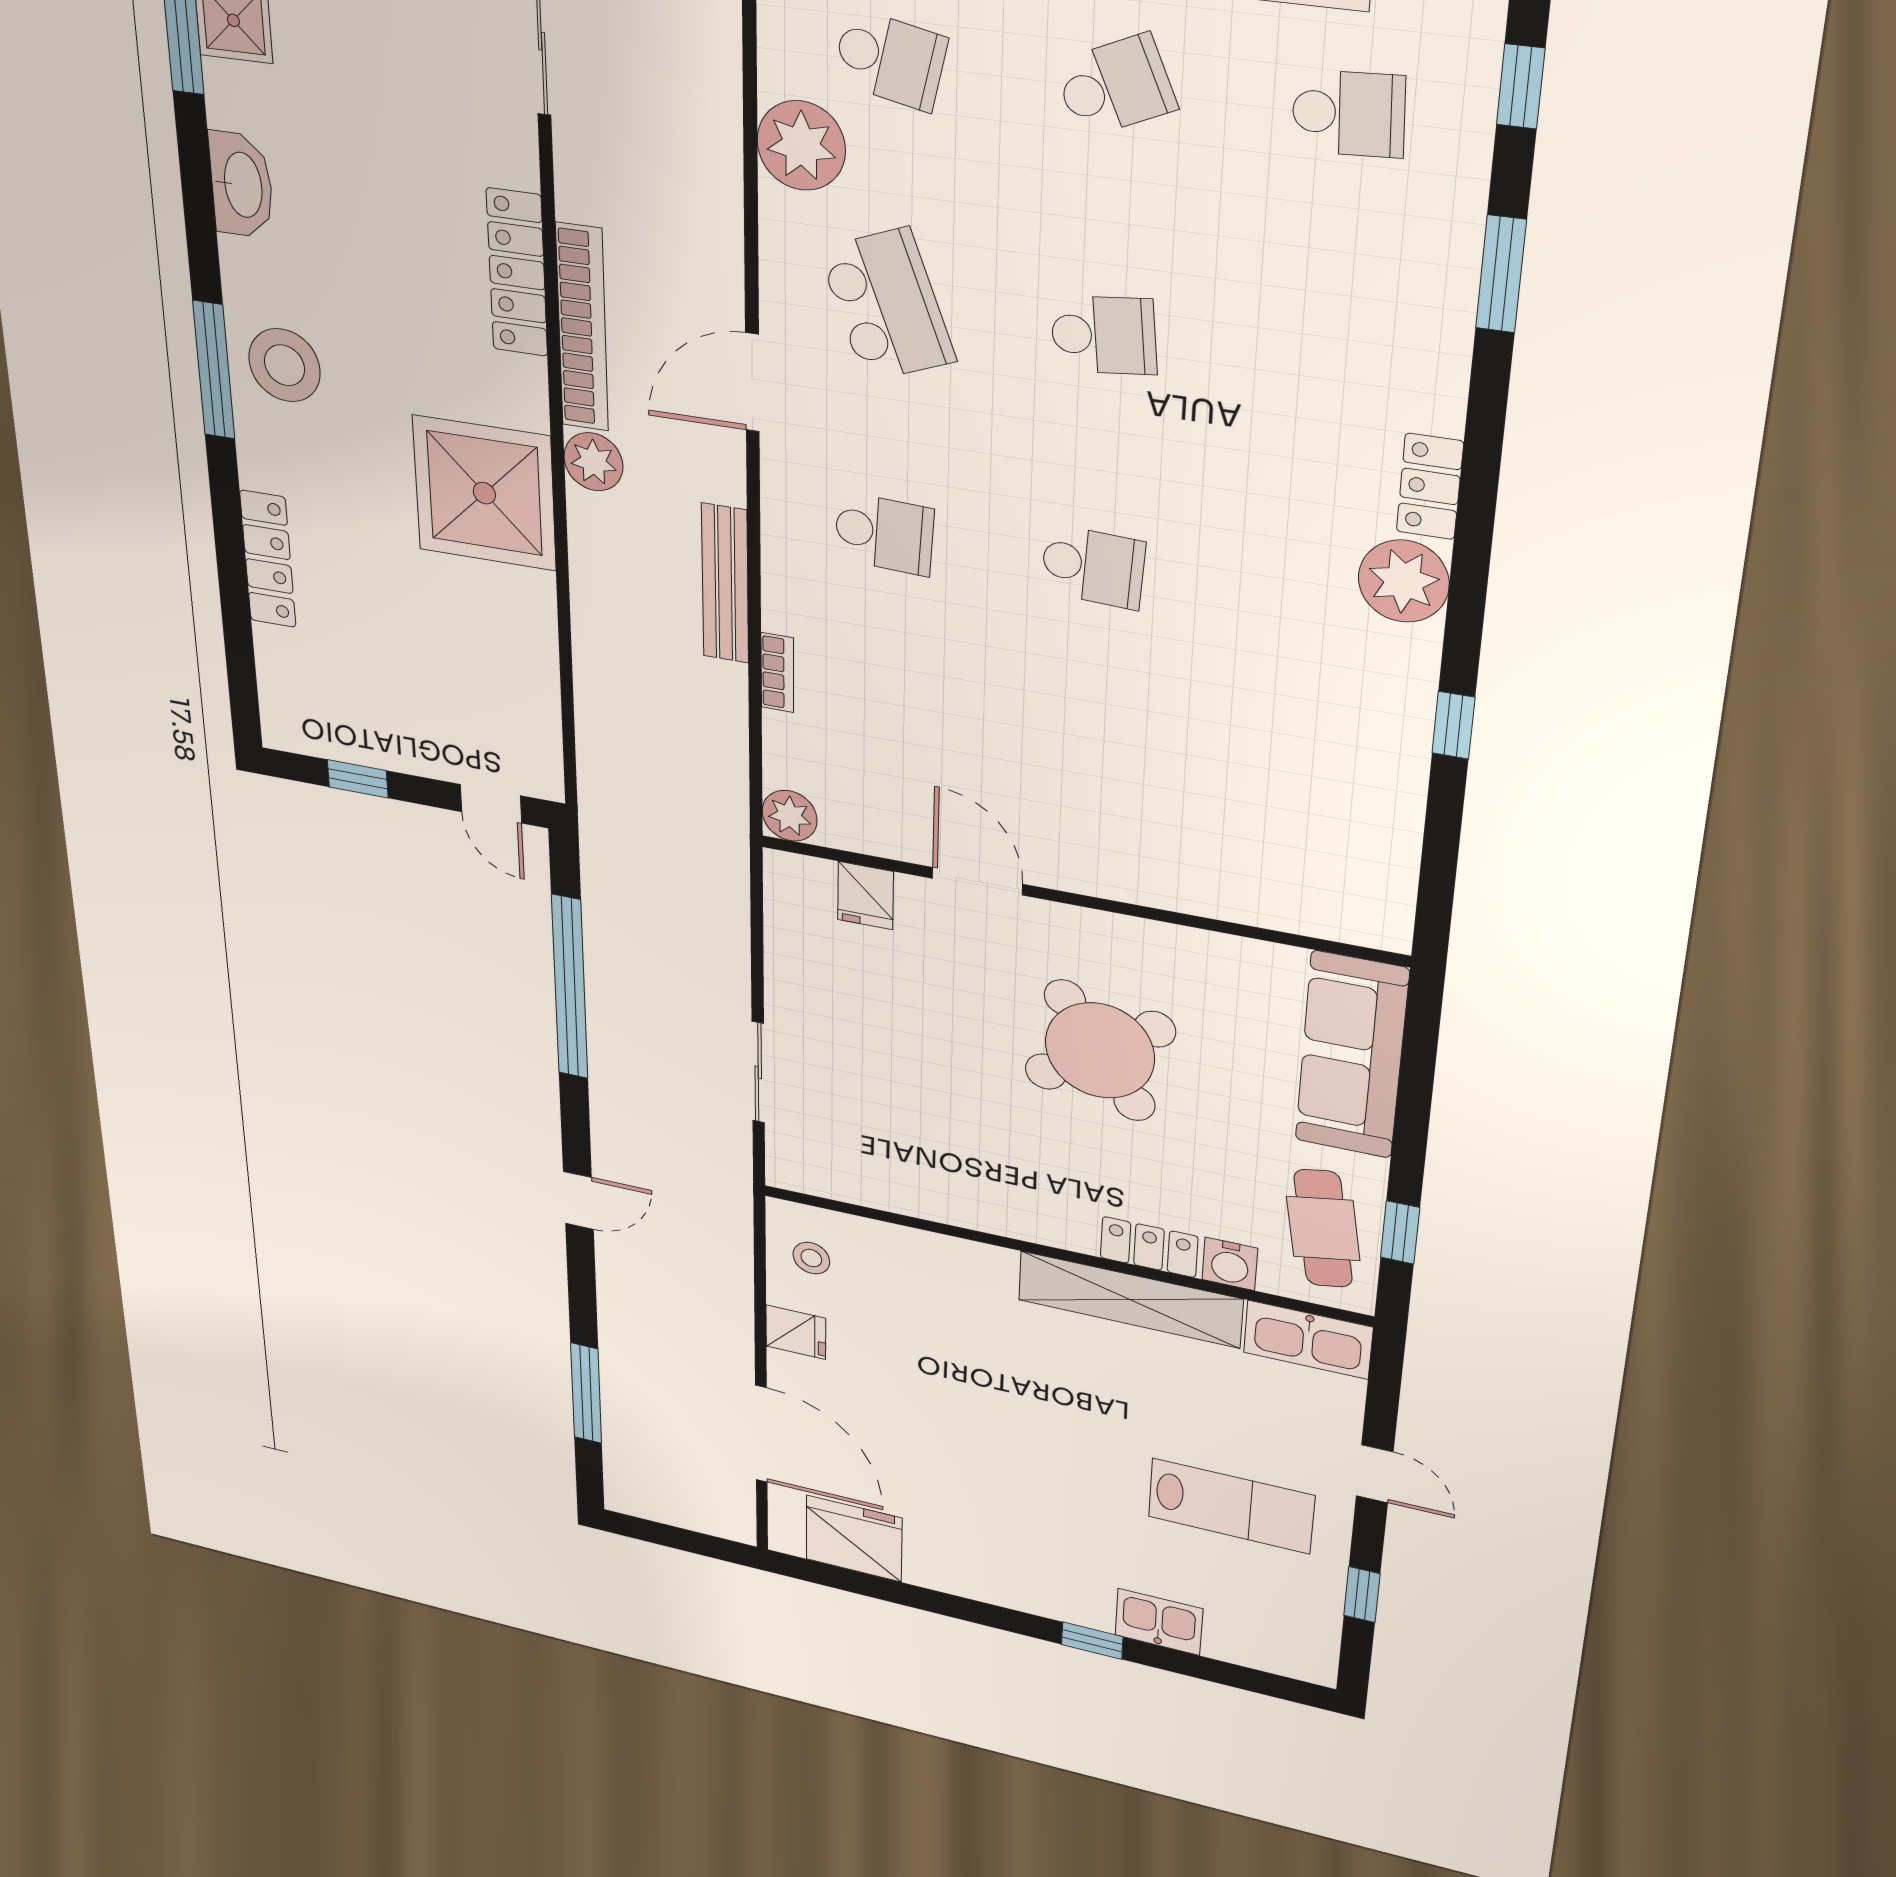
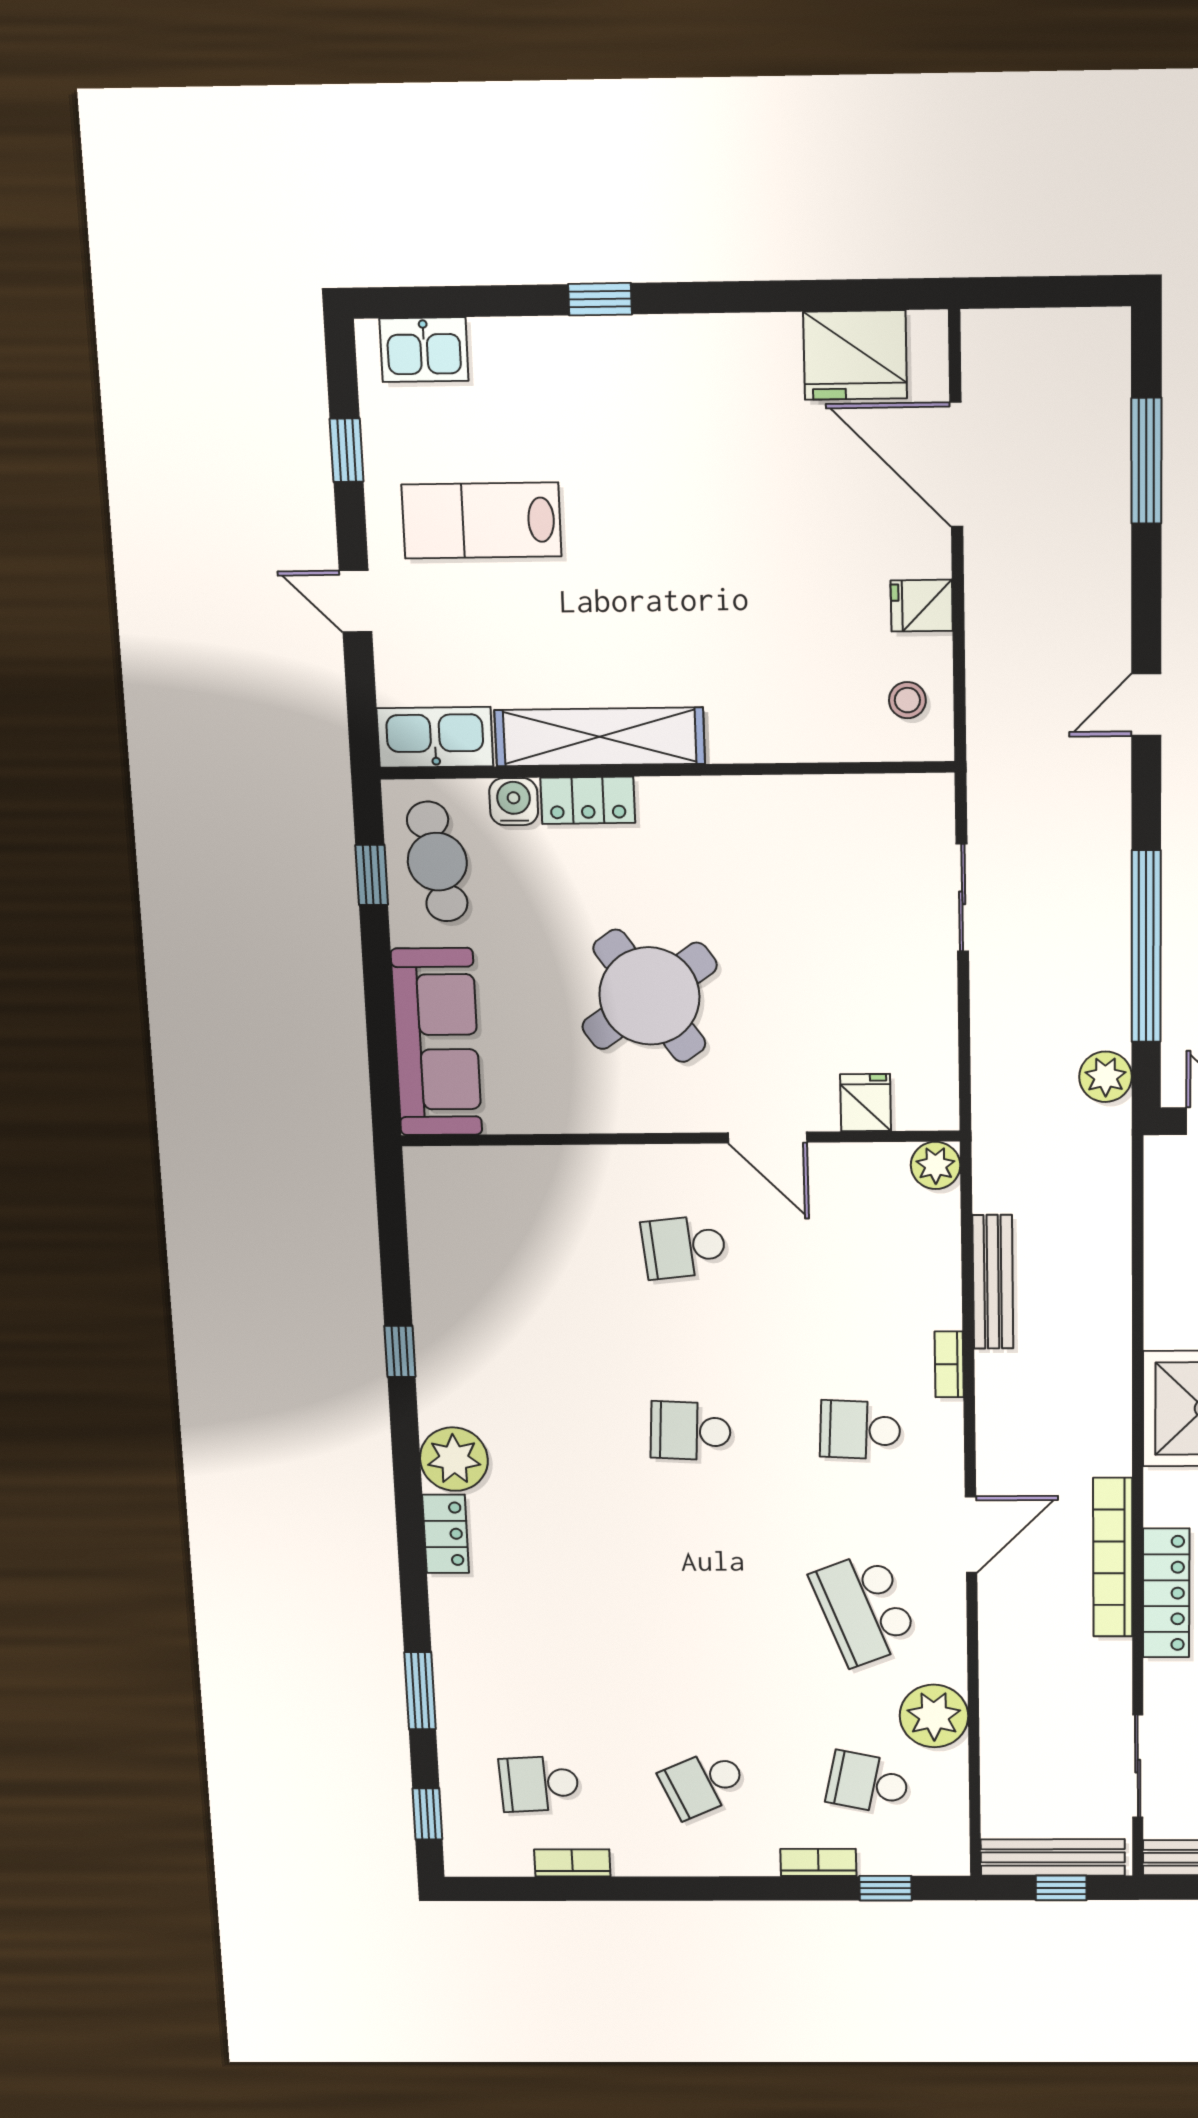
school desk: (1104, 335) -> (684, 1247), moved
plant: (593, 462) -> (1106, 1077), moved
bench: (725, 584) -> (993, 1282), moved
bookcase: (777, 673) -> (949, 1364), moved
kitchen sink: (1159, 1622) -> (424, 350), moved

